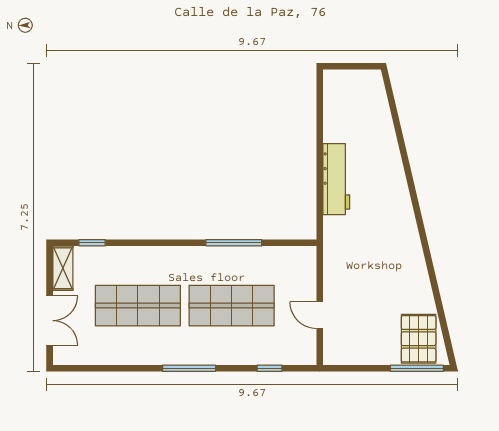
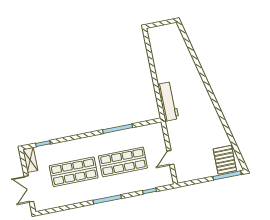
workbench: (336, 179) -> (168, 101), moved
door: (320, 315) -> (170, 158), hinge flipped
double door: (50, 321) -> (29, 189), swing flipped

